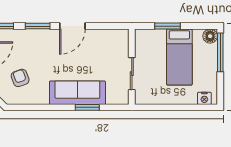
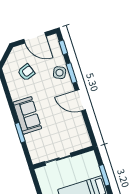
side table: (33, 40) -> (60, 73), added
sofa: (77, 93) -> (27, 115), width x0.73

